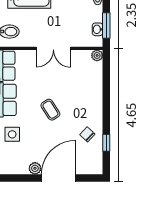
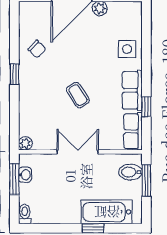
coffee table: (50, 110) -> (78, 95), moved
window: (106, 143) -> (14, 74), moved

